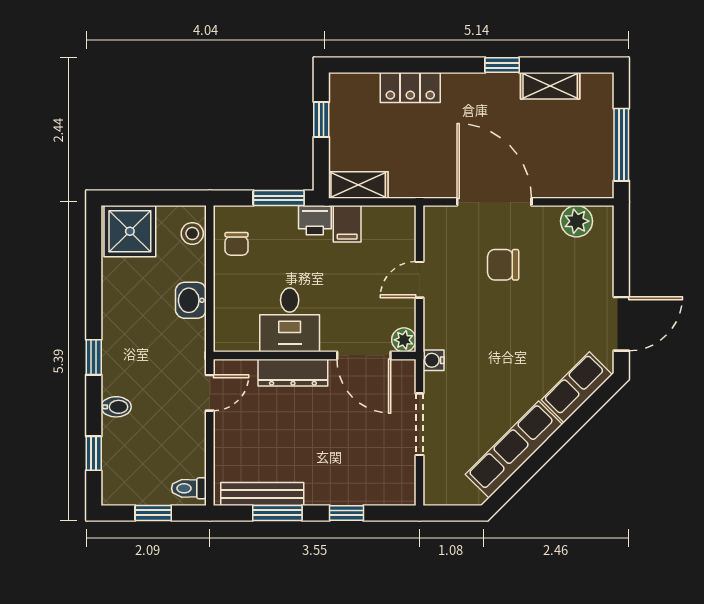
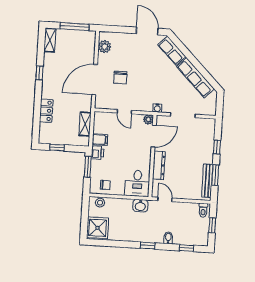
shelving: (550, 86) -> (50, 40), moved
shelving: (358, 185) -> (85, 124), moved
washbasin: (191, 300) -> (140, 206), moved
desk: (290, 320) -> (137, 183), moved, turned 90

